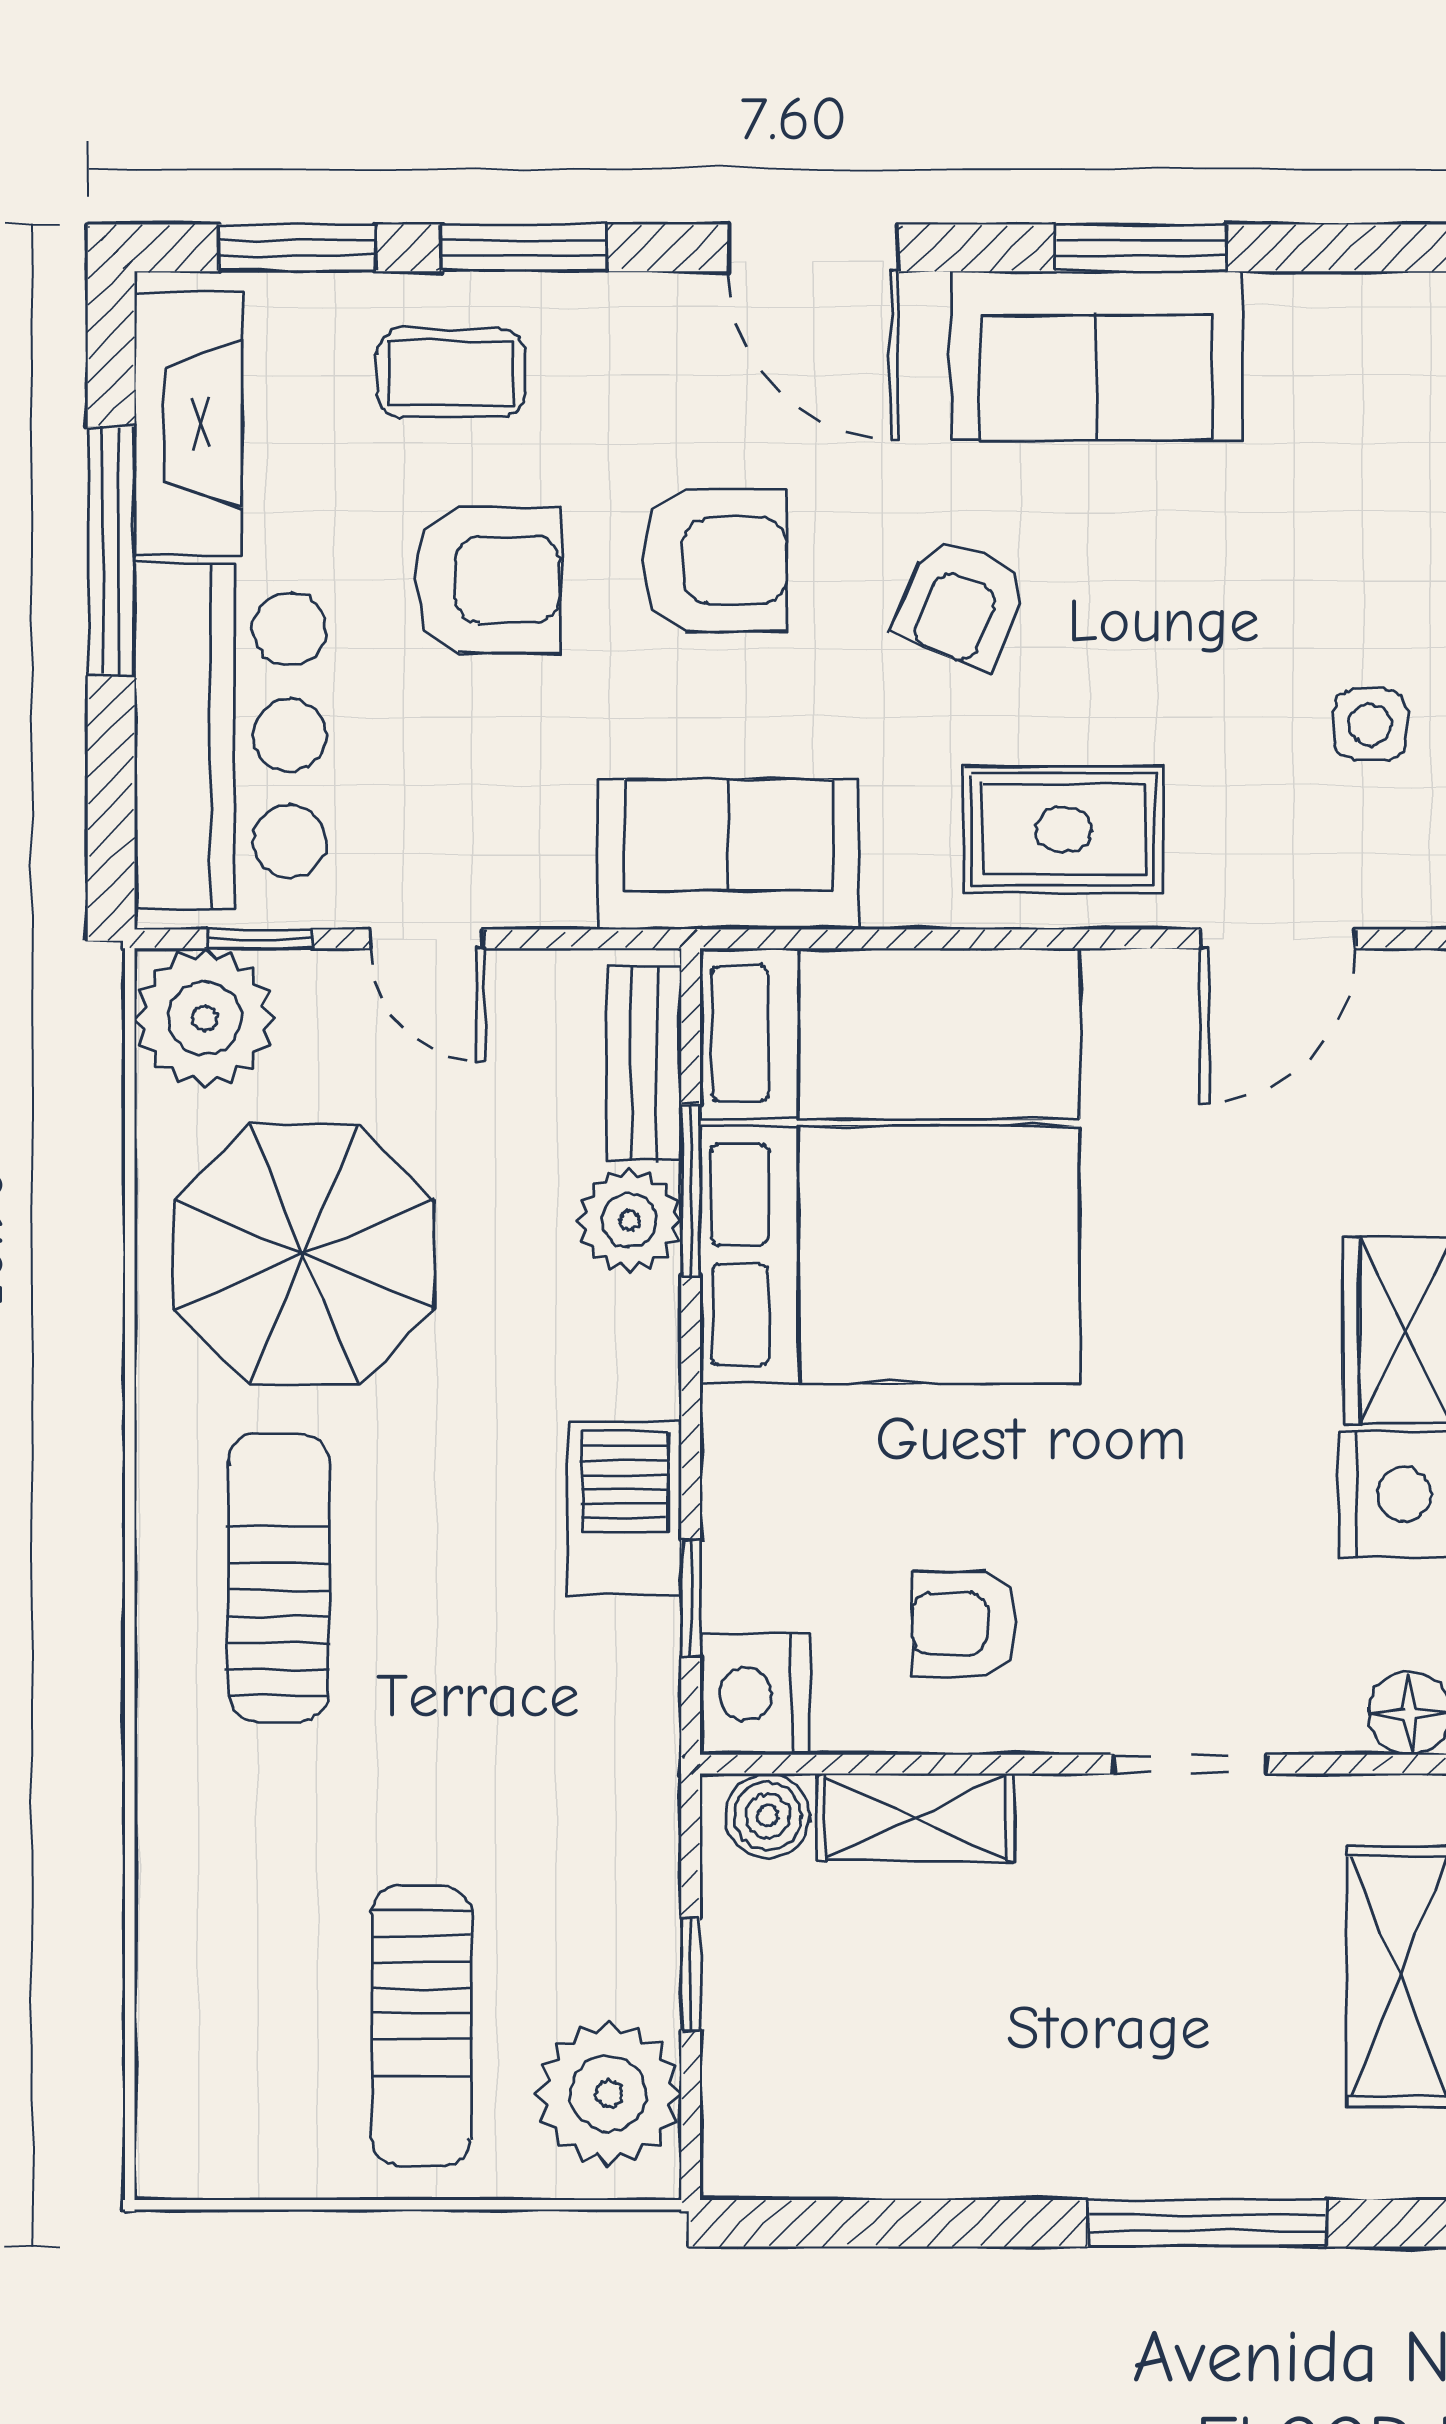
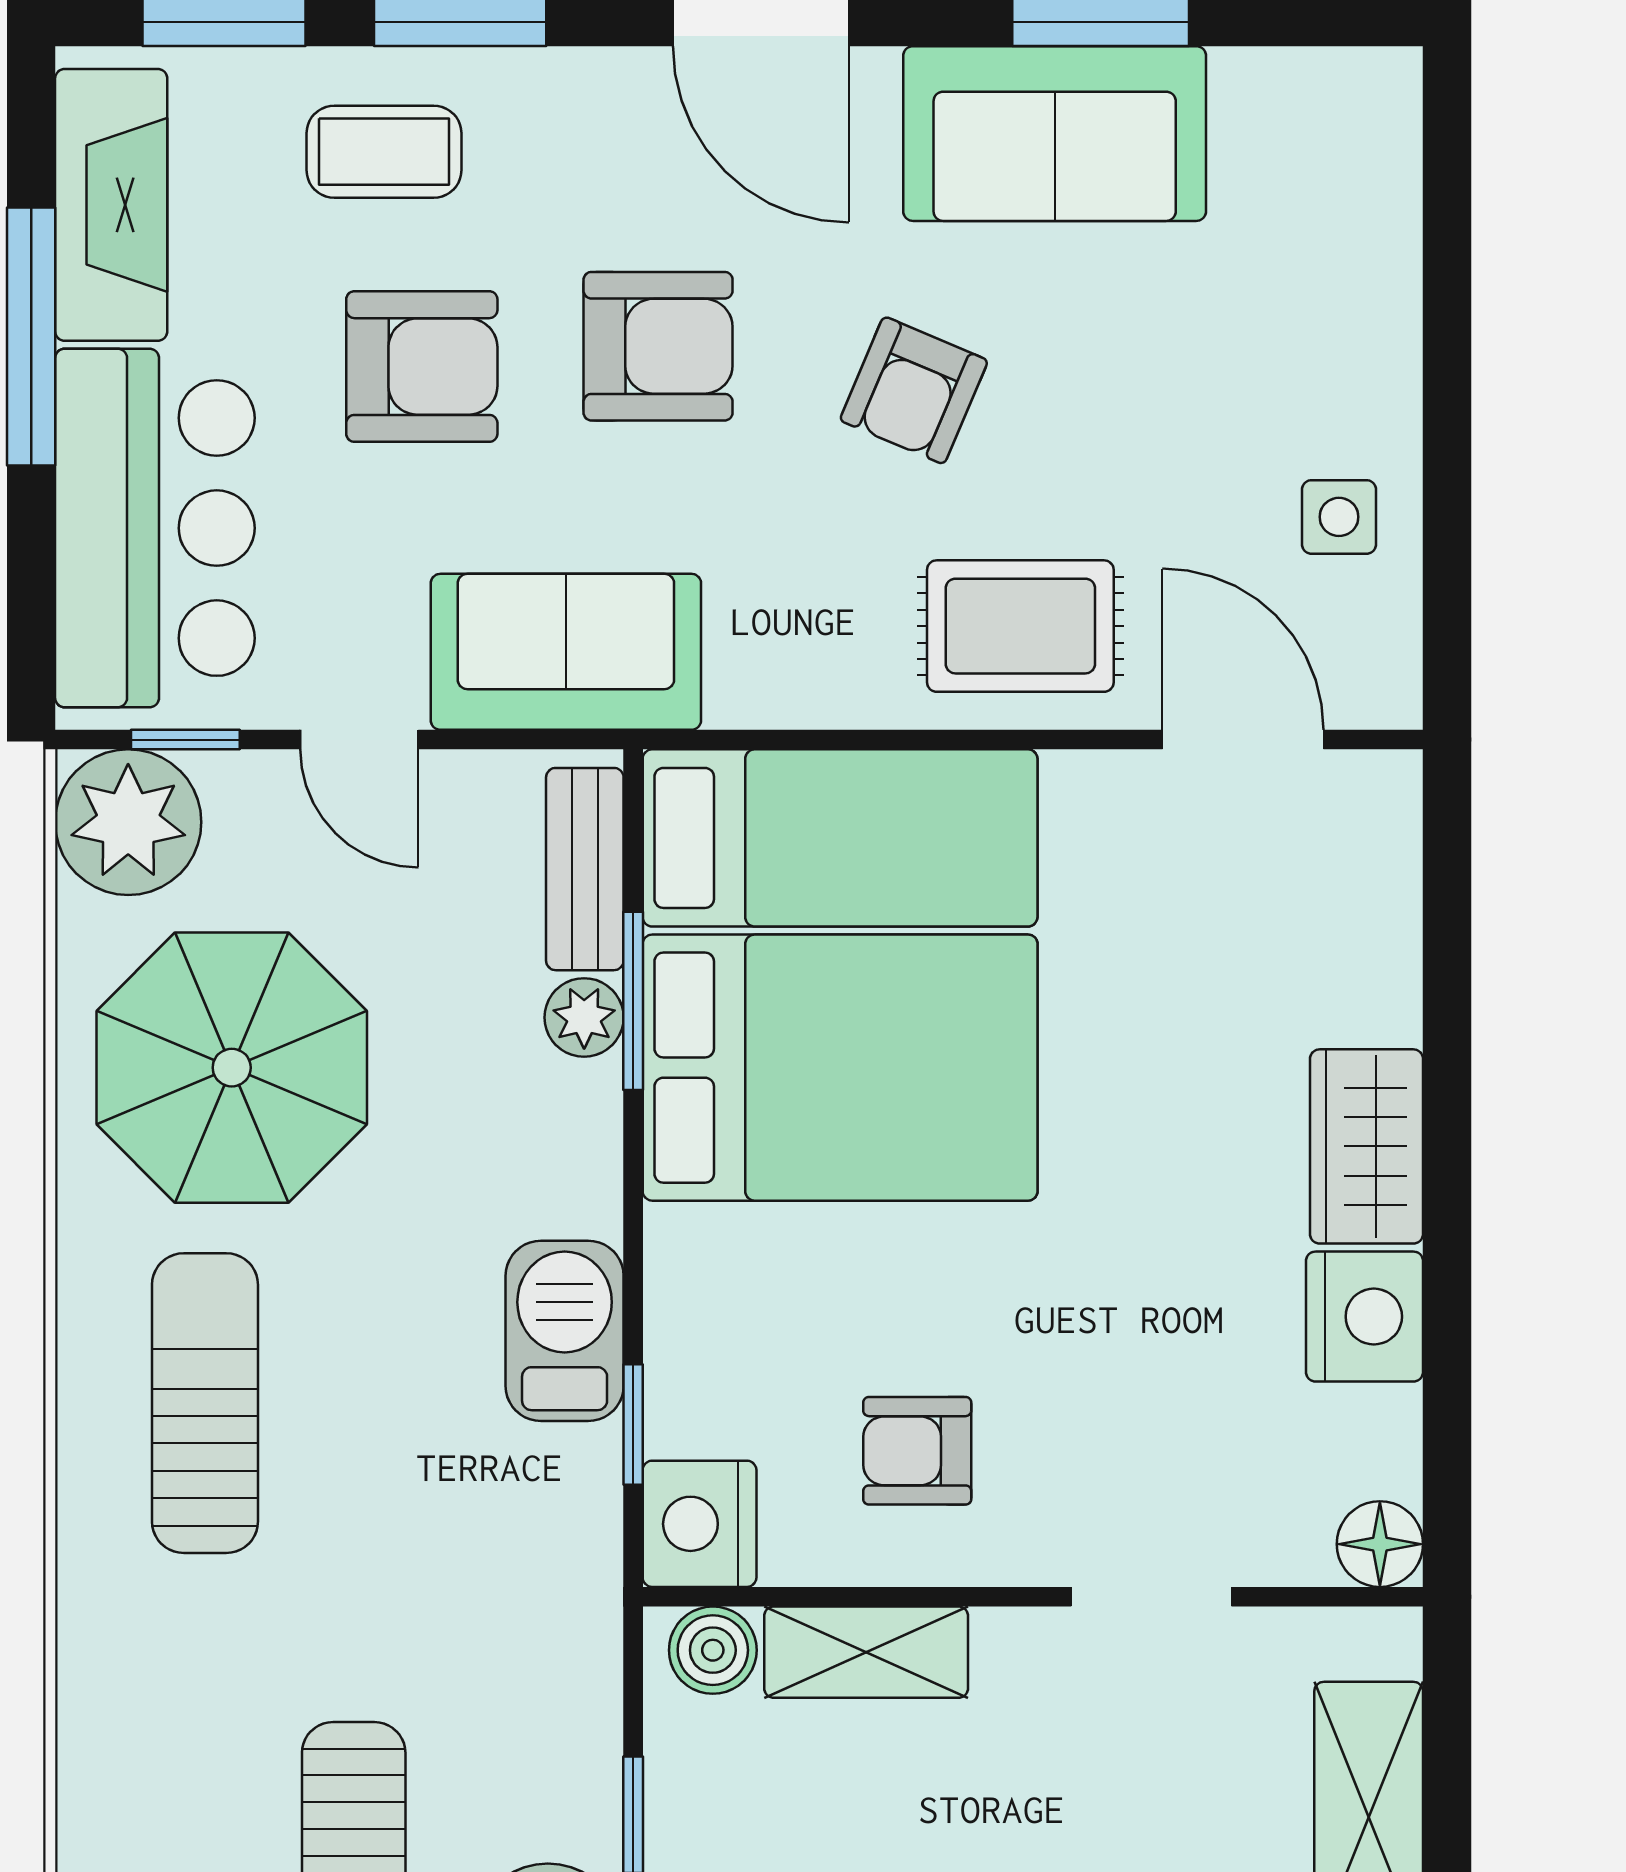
sofa: (728, 854) -> (566, 652), moved
door: (1278, 939) -> (1243, 740), swing flipped
plant: (629, 1221) -> (584, 1017), width x0.73, depth x0.73

